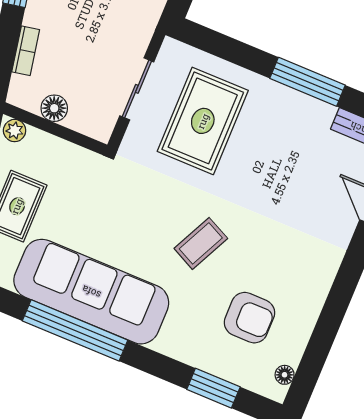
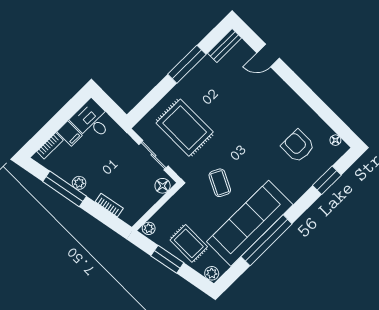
floor lamp: (54, 108) -> (163, 186), moved
coffee table: (201, 243) -> (220, 183), moved
armchair: (249, 318) -> (298, 146), turned -90

